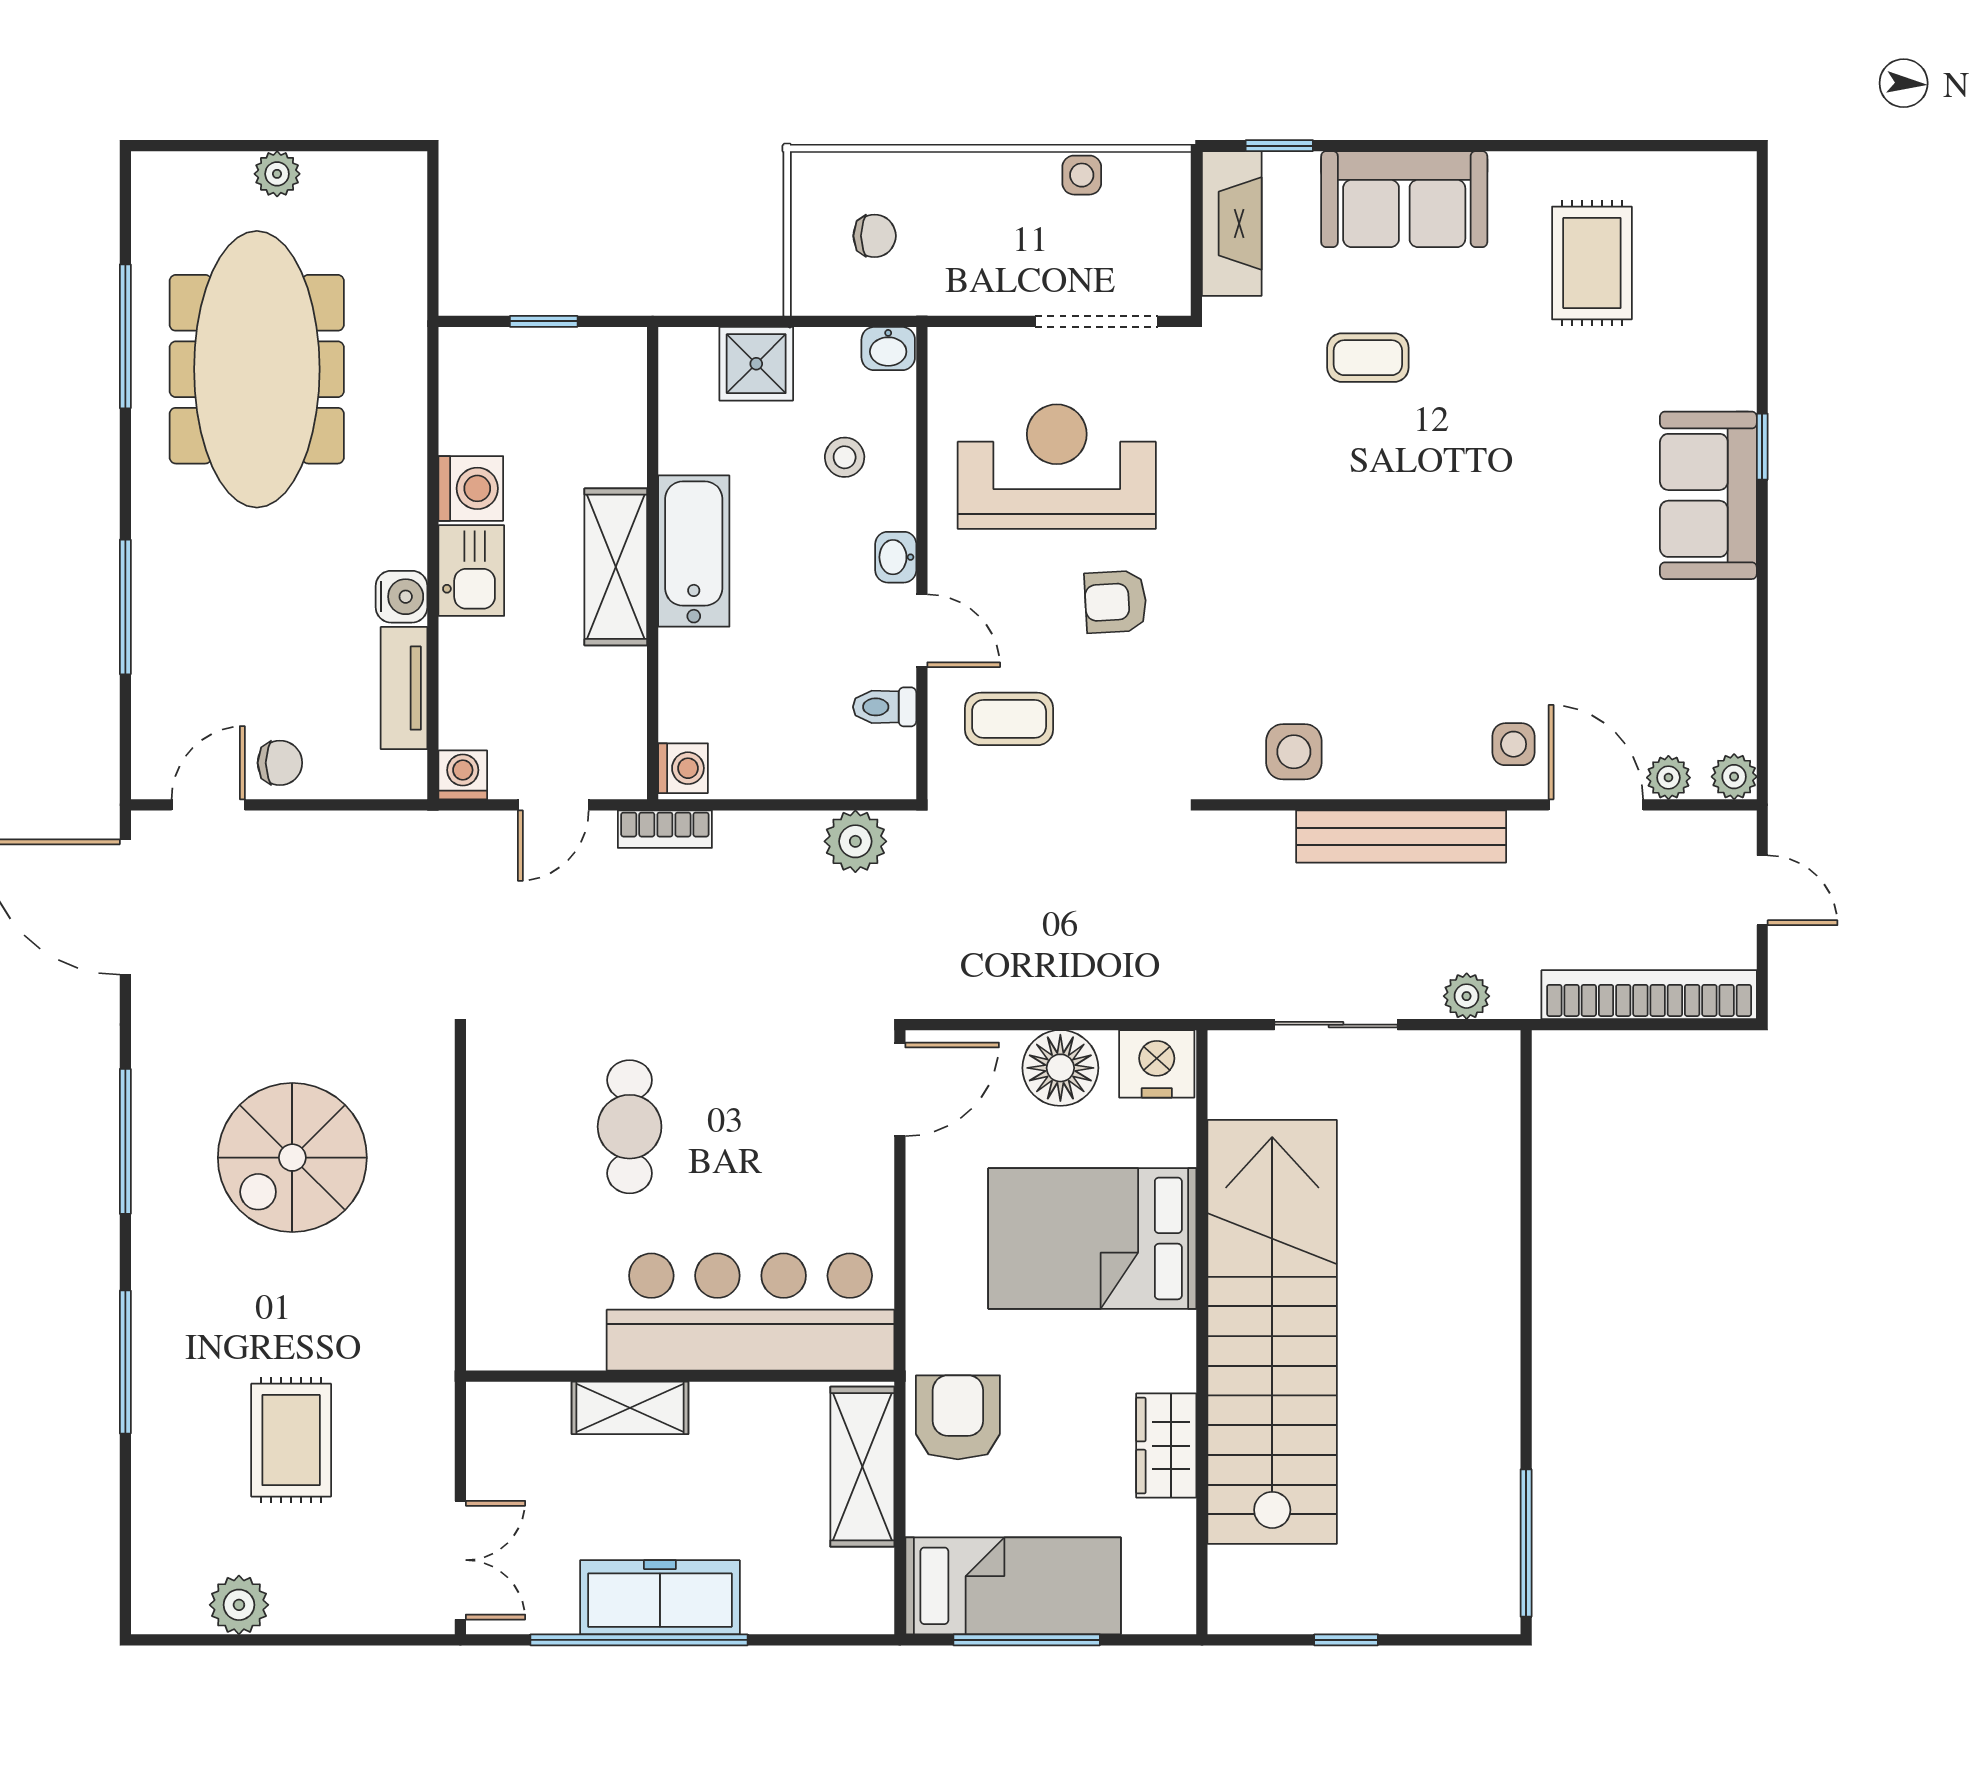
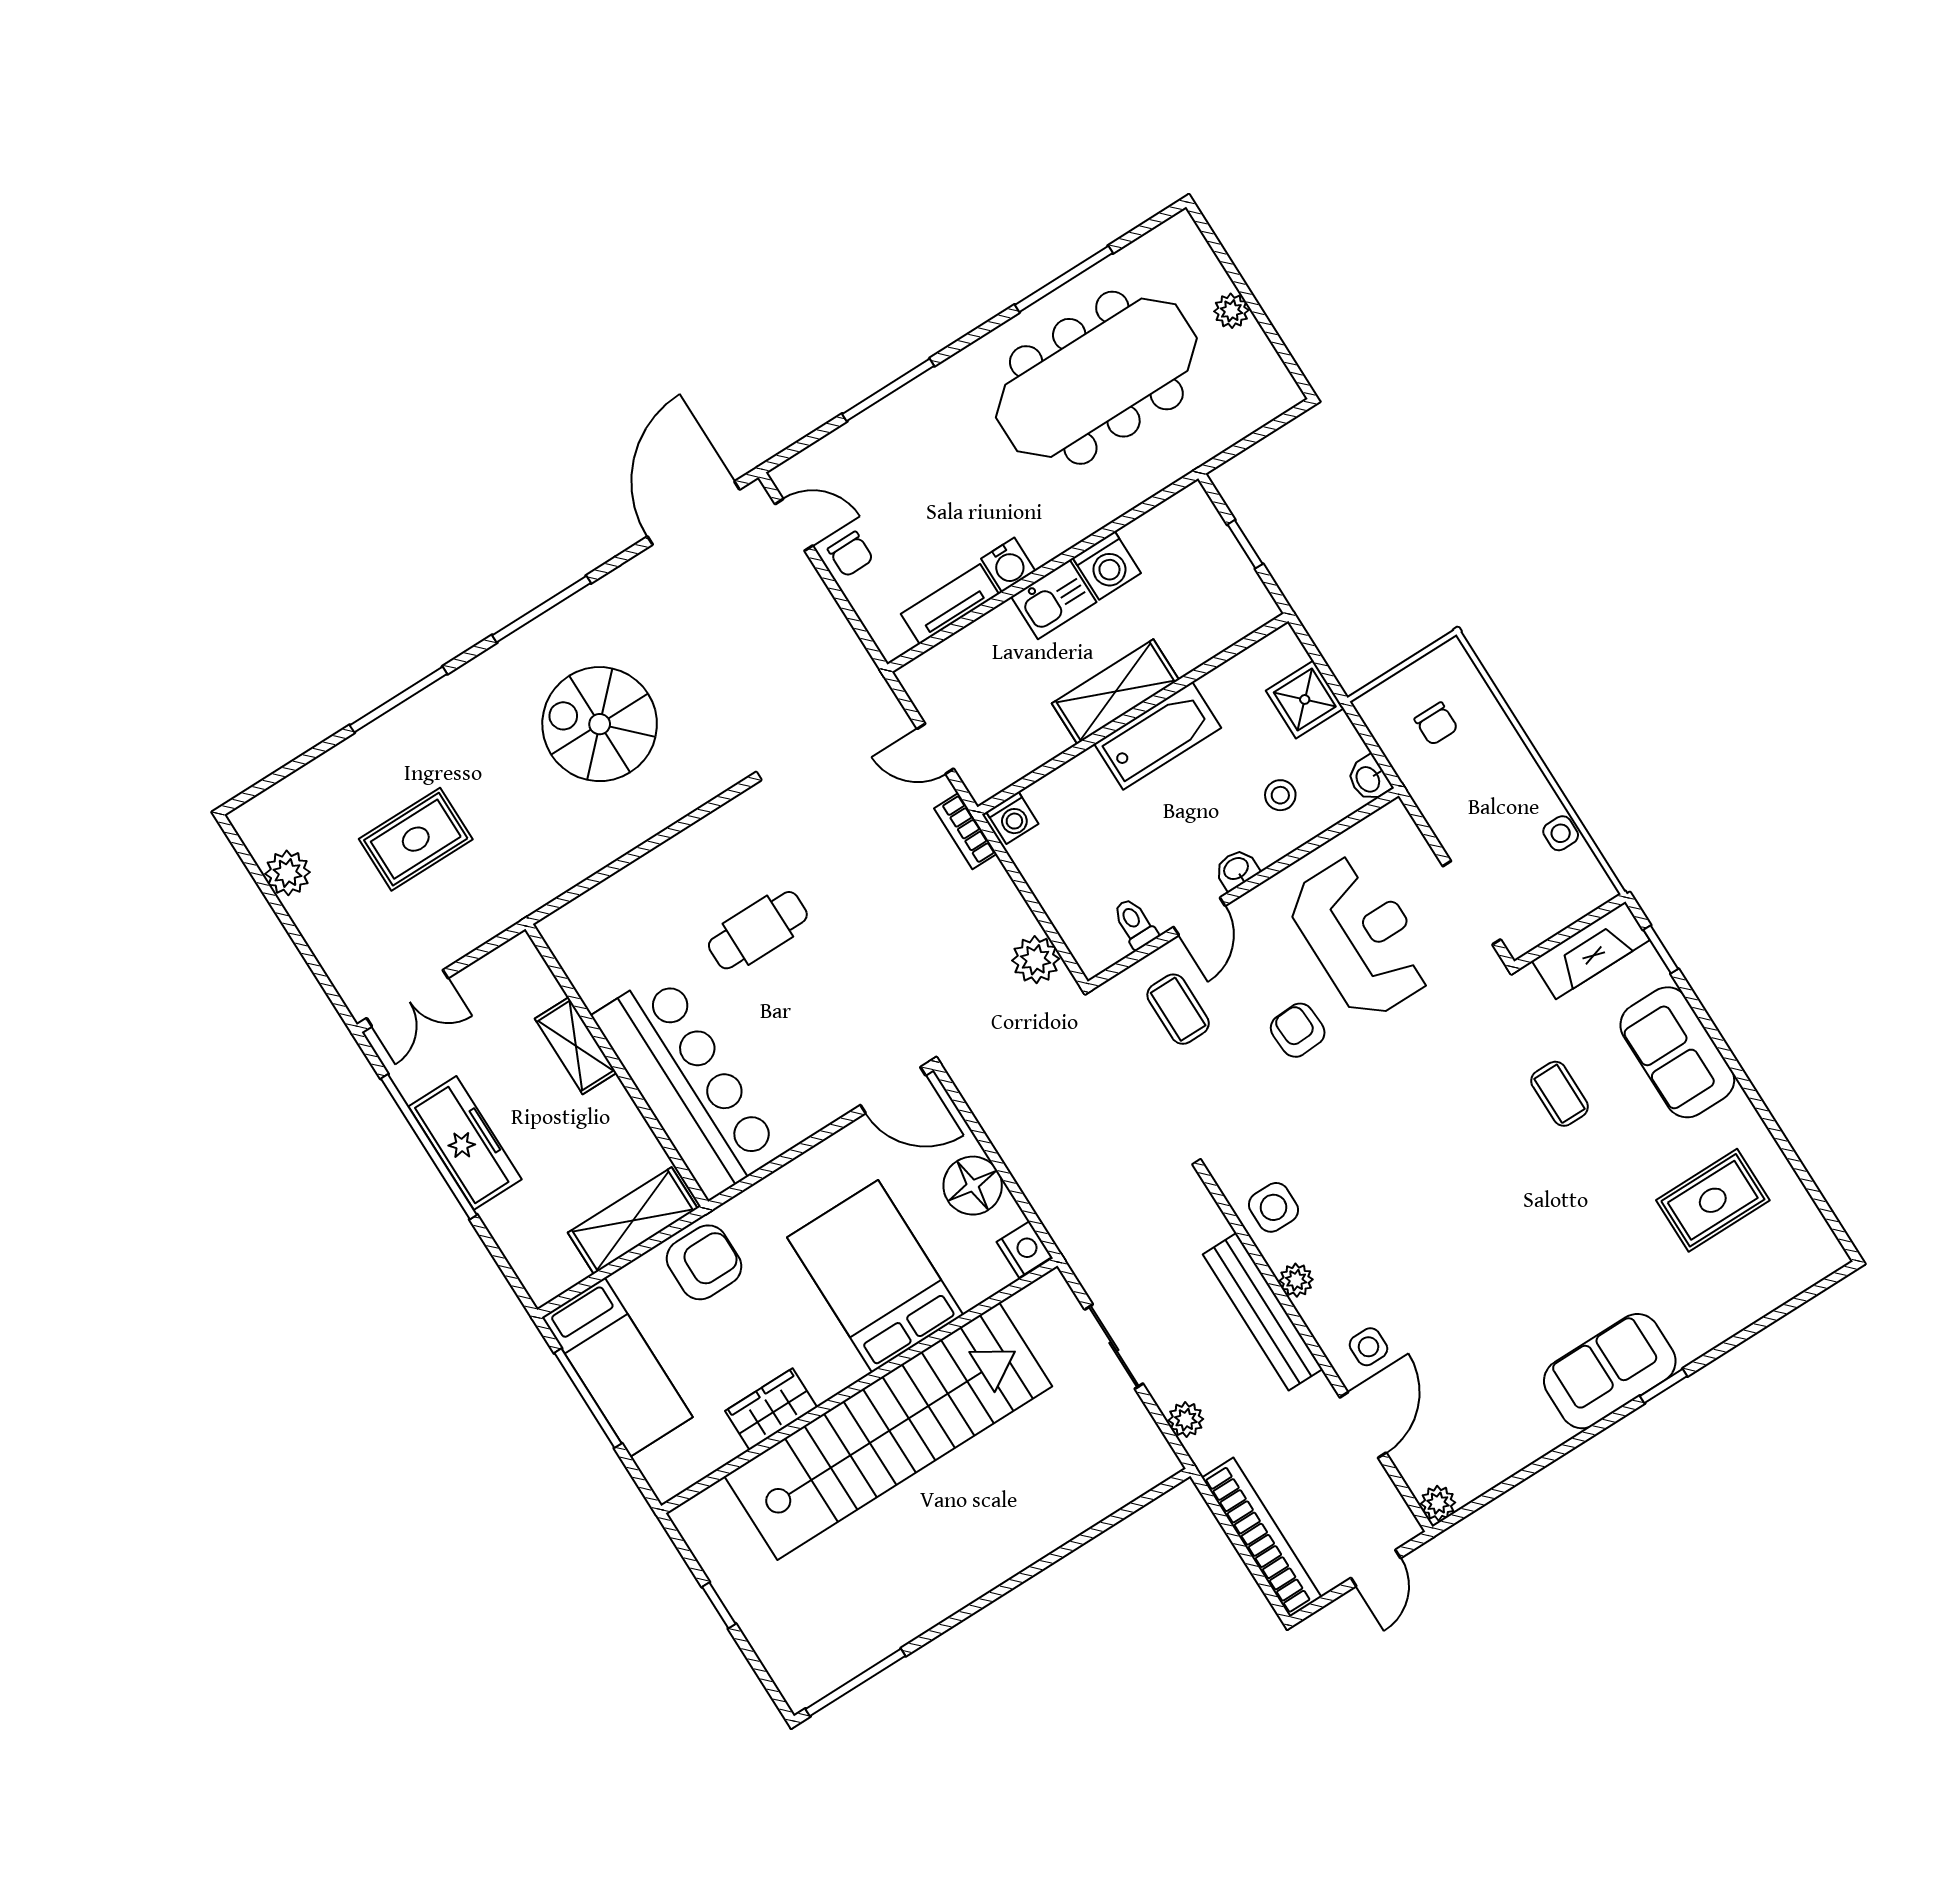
washing machine: (463, 775) -> (918, 678), removed
plant: (1668, 778) -> (1296, 1280), moved
nightstand: (1157, 1064) -> (1024, 1249), width x0.74, depth x0.75

